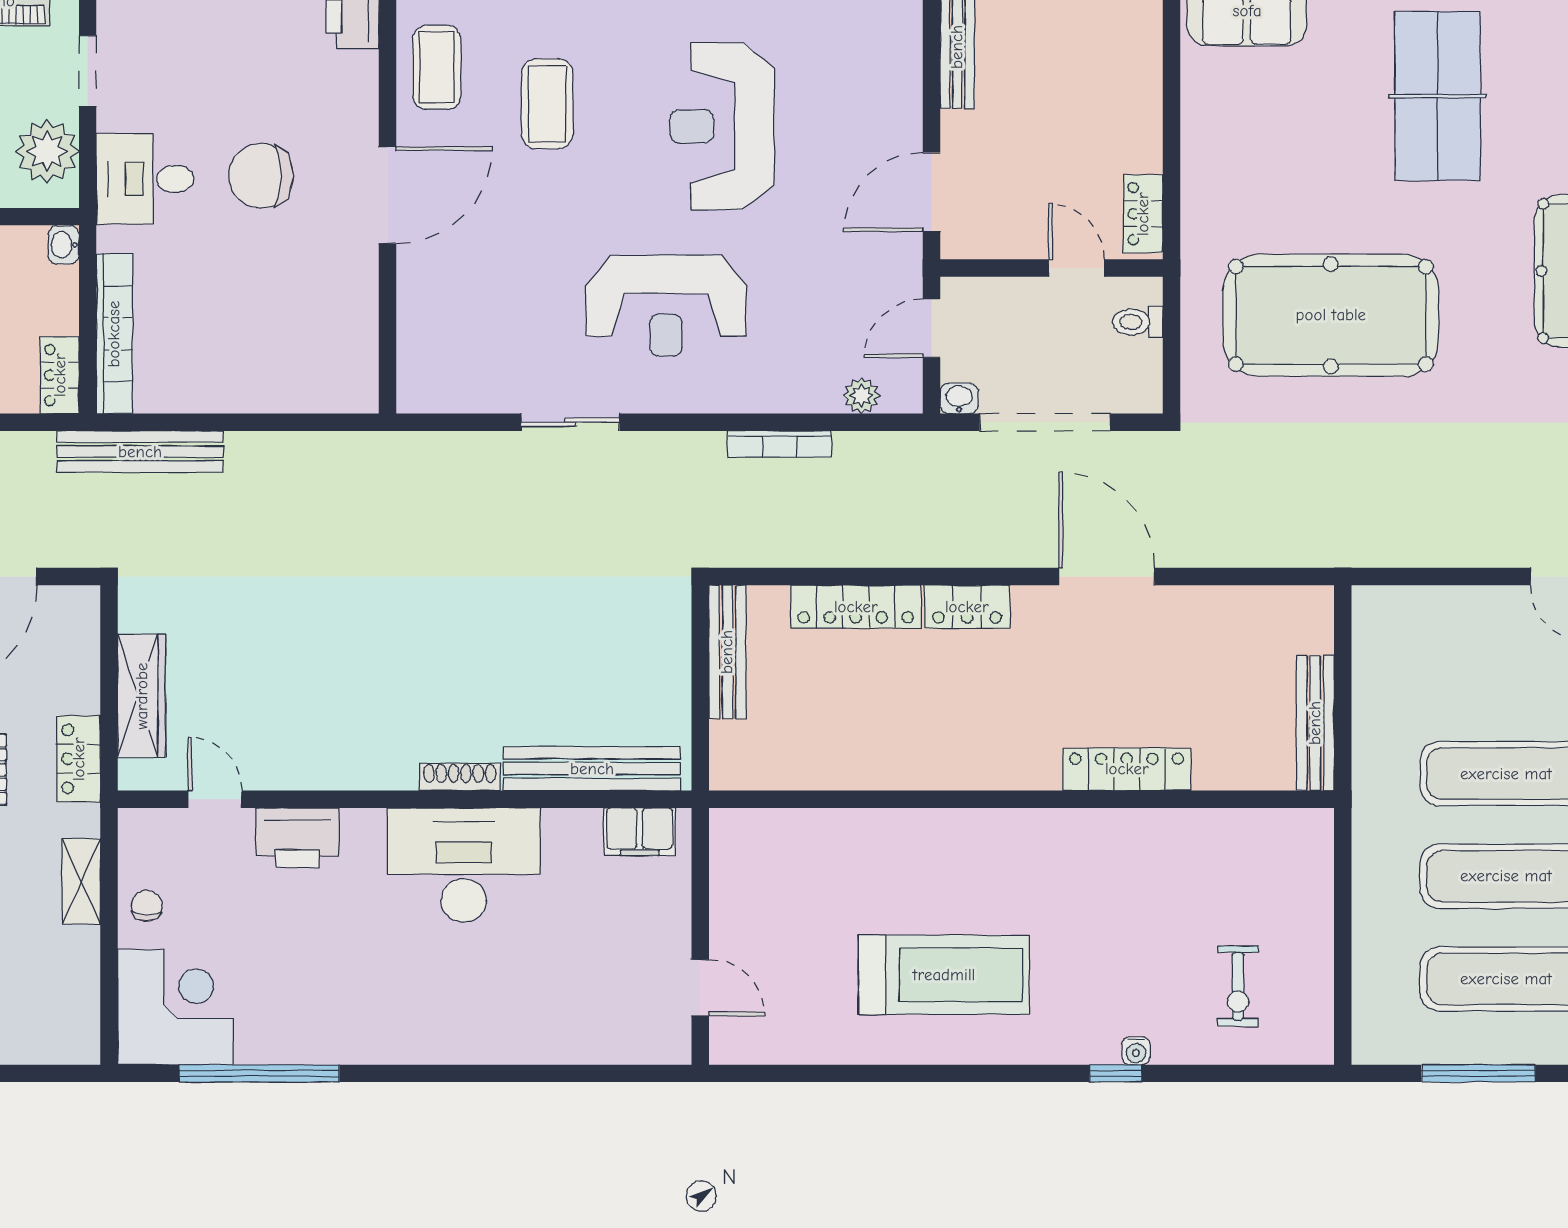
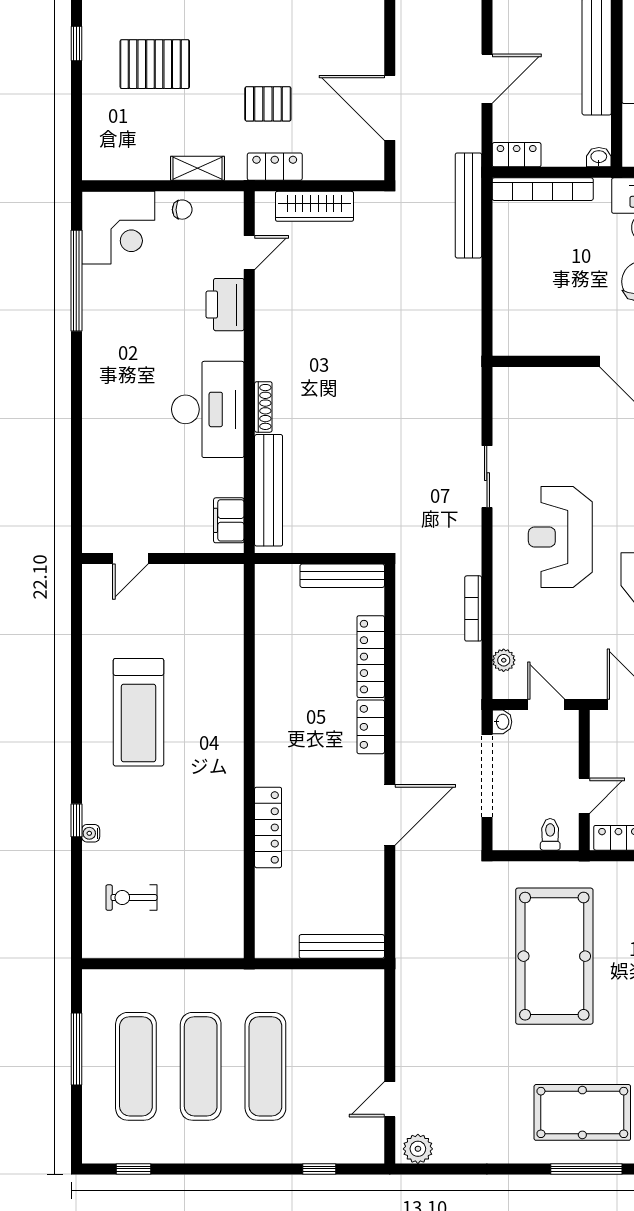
bench: (1315, 723) -> (342, 946), moved

